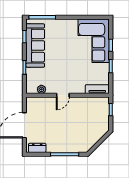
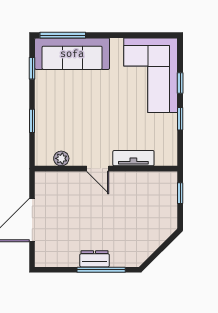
sofa: (35, 46) -> (72, 54), moved, turned 90
tv unit: (97, 89) -> (133, 158), moved
door: (63, 95) -> (98, 169), hinge flipped
dresser: (37, 148) -> (95, 259), moved

